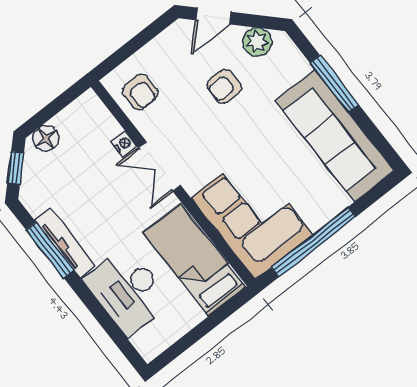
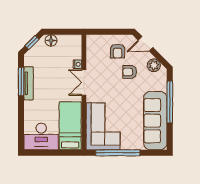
window: (334, 84) -> (170, 102), width x1.46
armchair: (140, 92) -> (118, 51), moved
desk: (127, 291) -> (41, 136), moved, turned -90

